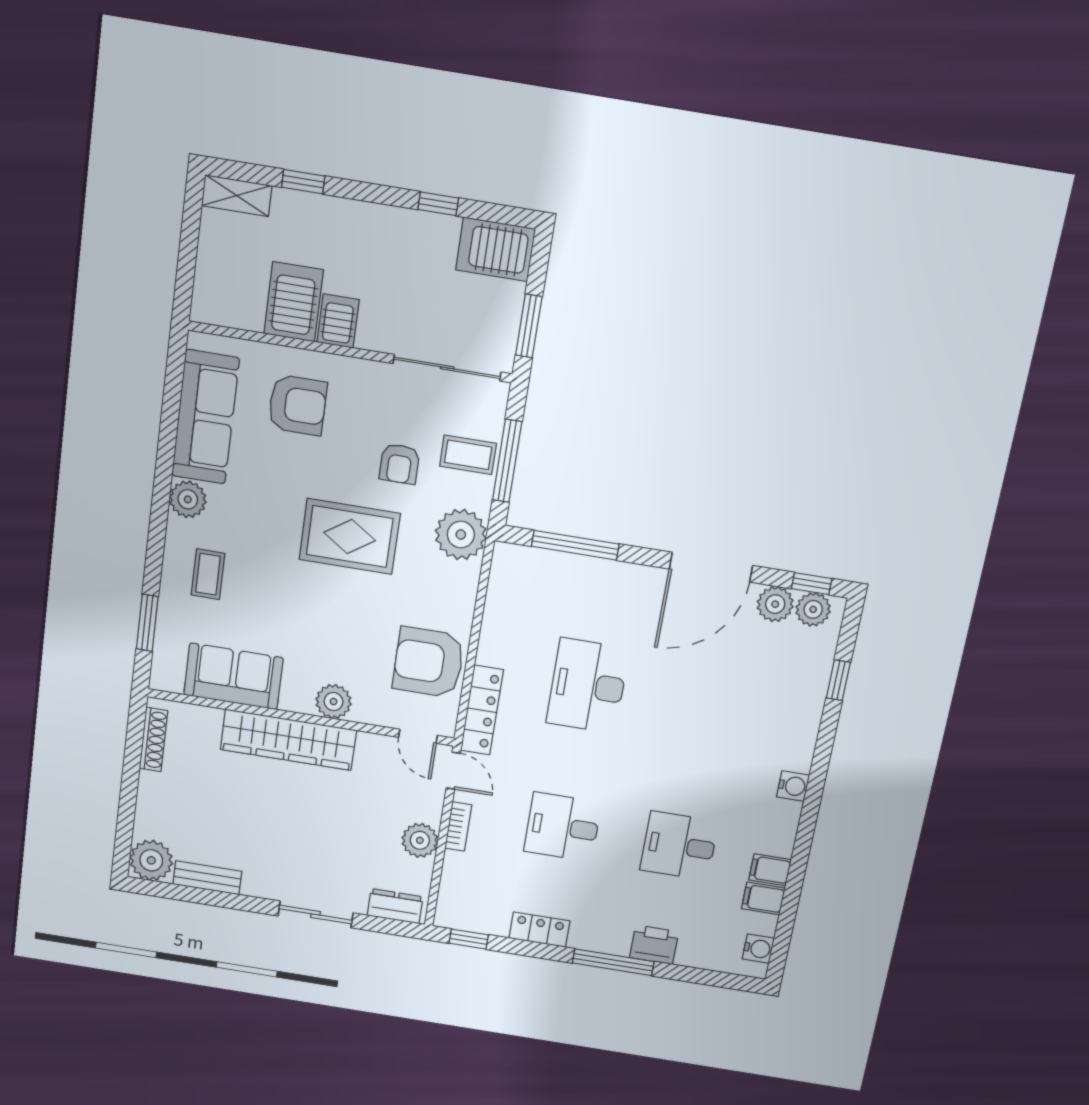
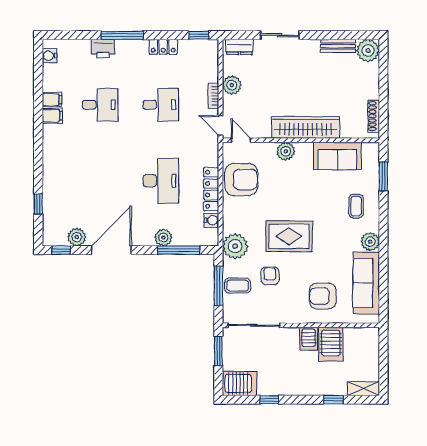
plant: (813, 609) -> (163, 238), moved
locker: (482, 710) -> (211, 189), moved
water cooler: (793, 786) -> (211, 220), moved, turned 180
filing cabinet: (763, 898) -> (52, 116), moved

